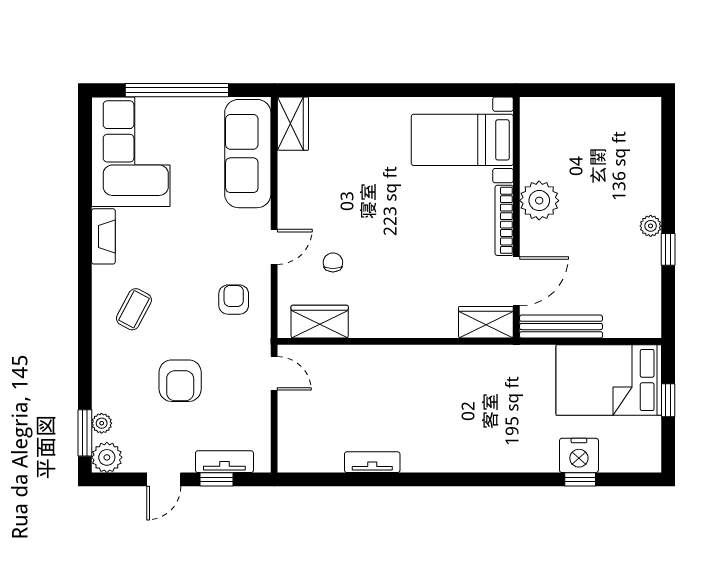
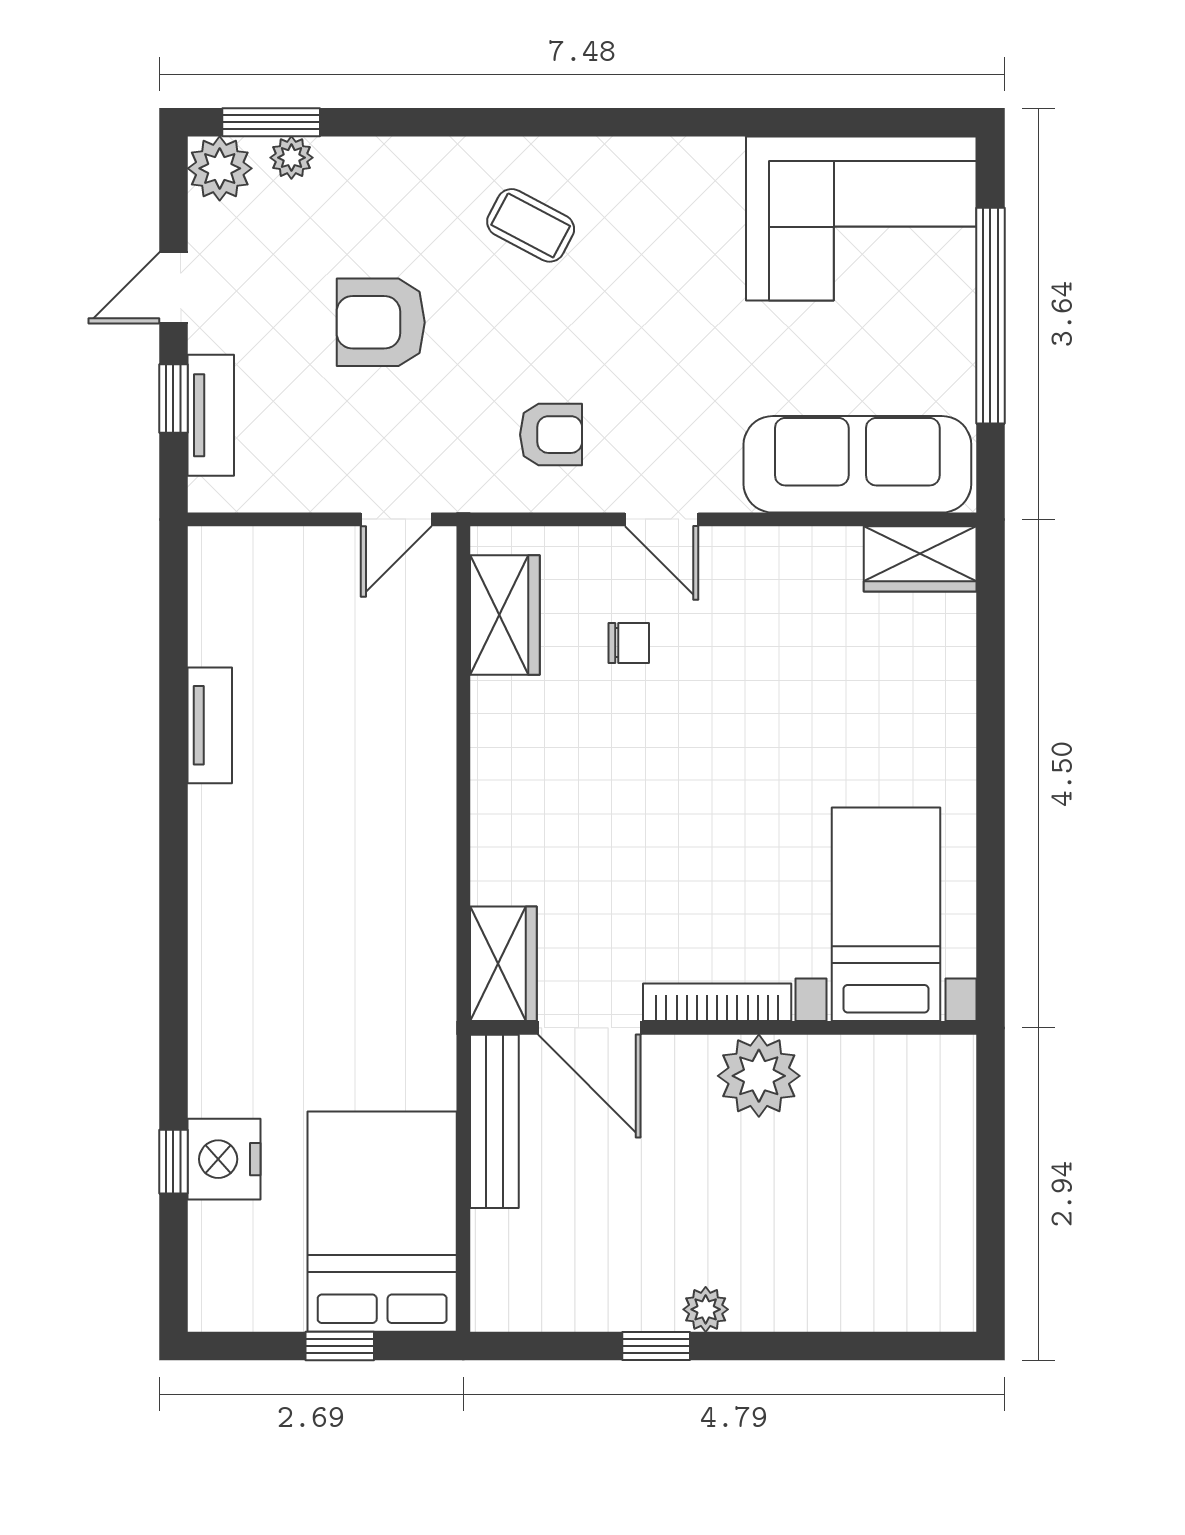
fireplace: (103, 236) -> (683, 161), removed
door: (164, 479) -> (173, 288), hinge flipped

